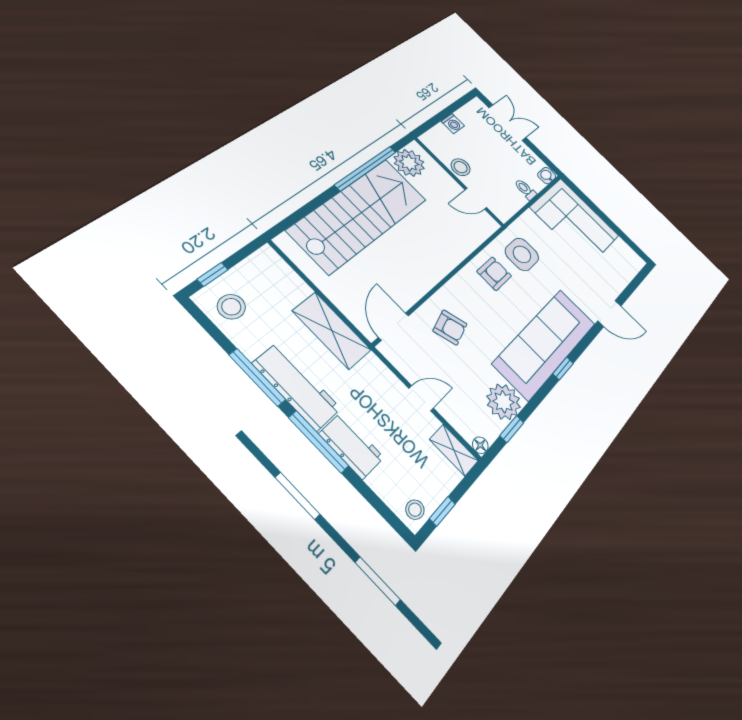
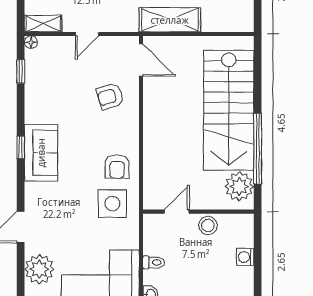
sofa: (545, 343) -> (41, 153), width x0.54, depth x0.79
plant: (504, 402) -> (39, 269), moved

